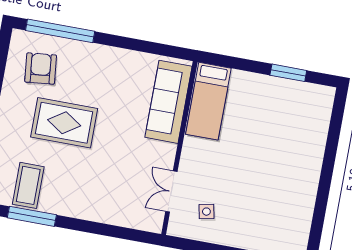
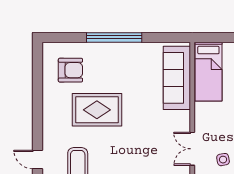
window: (60, 31) -> (114, 37), moved
armchair: (41, 69) -> (70, 70), turned 96

